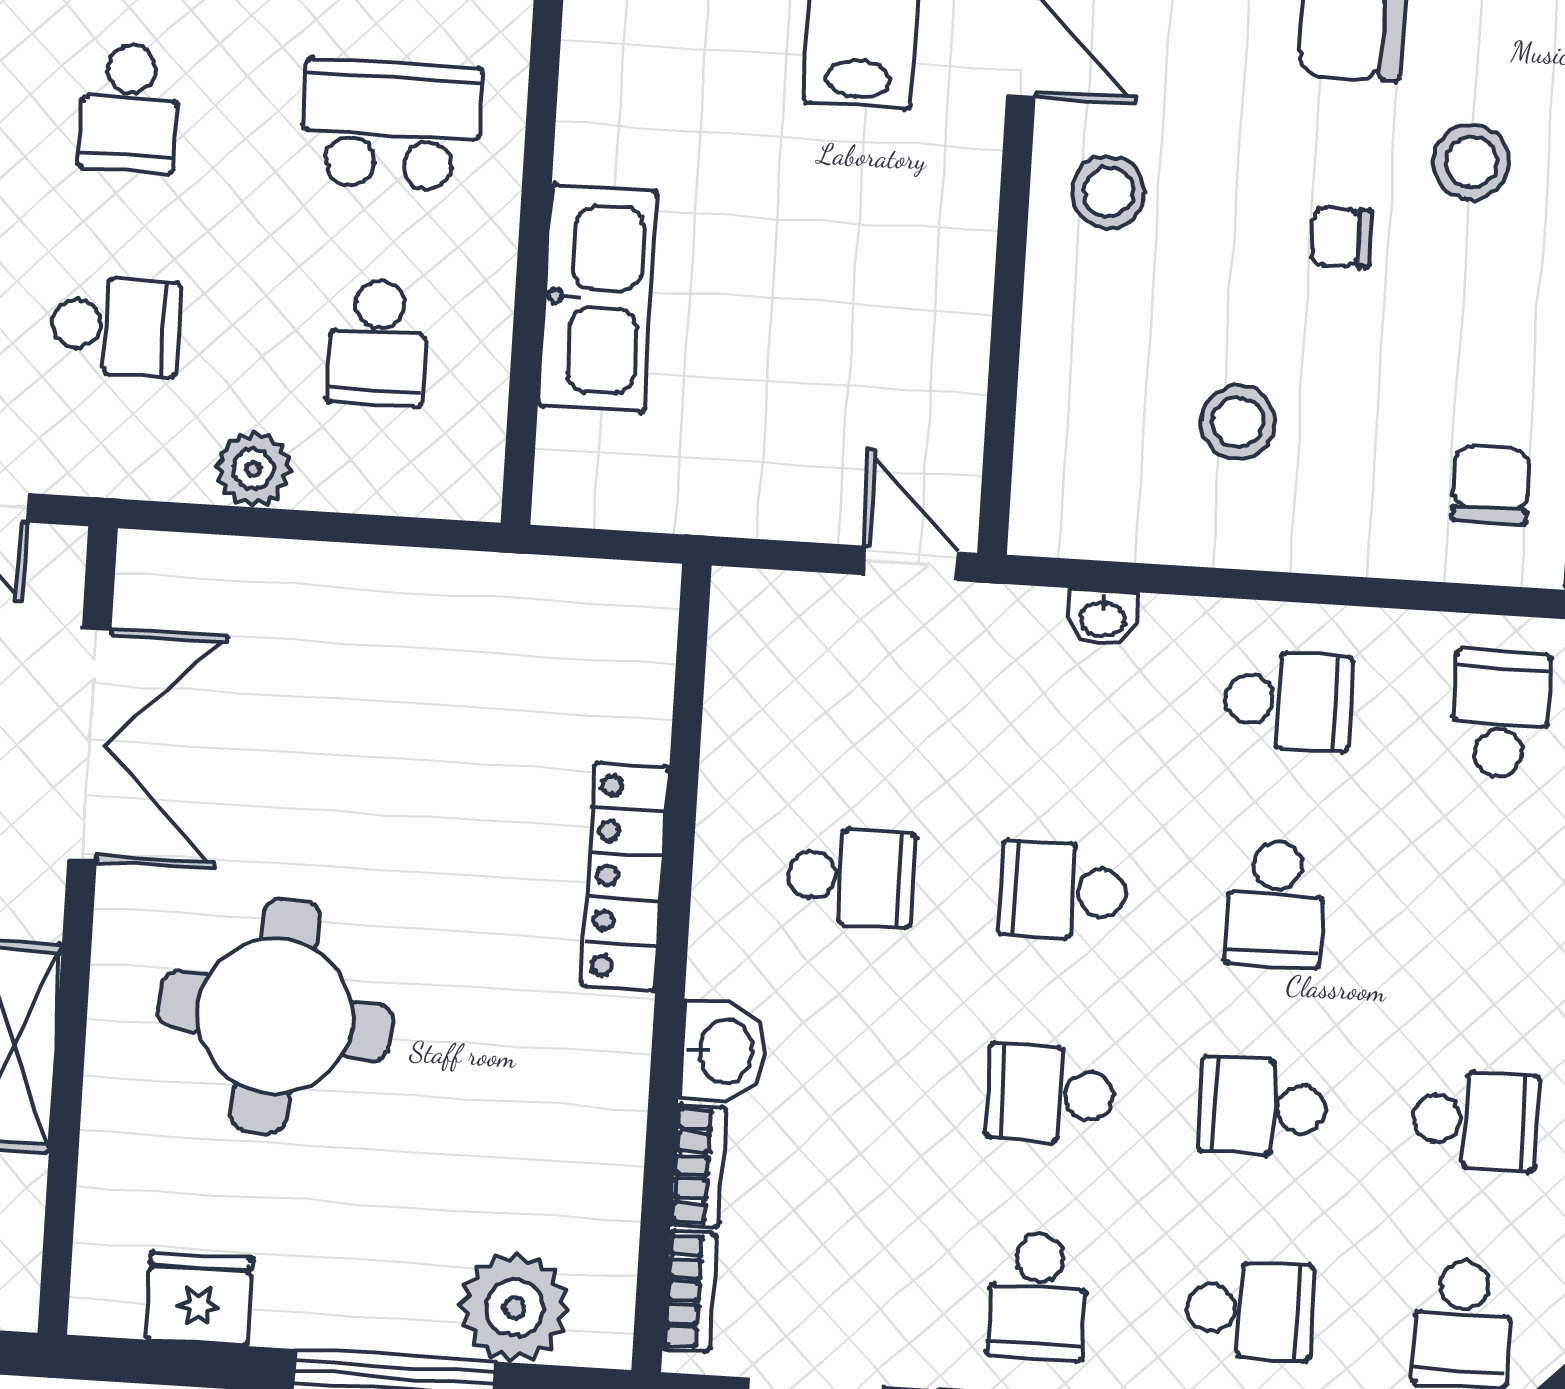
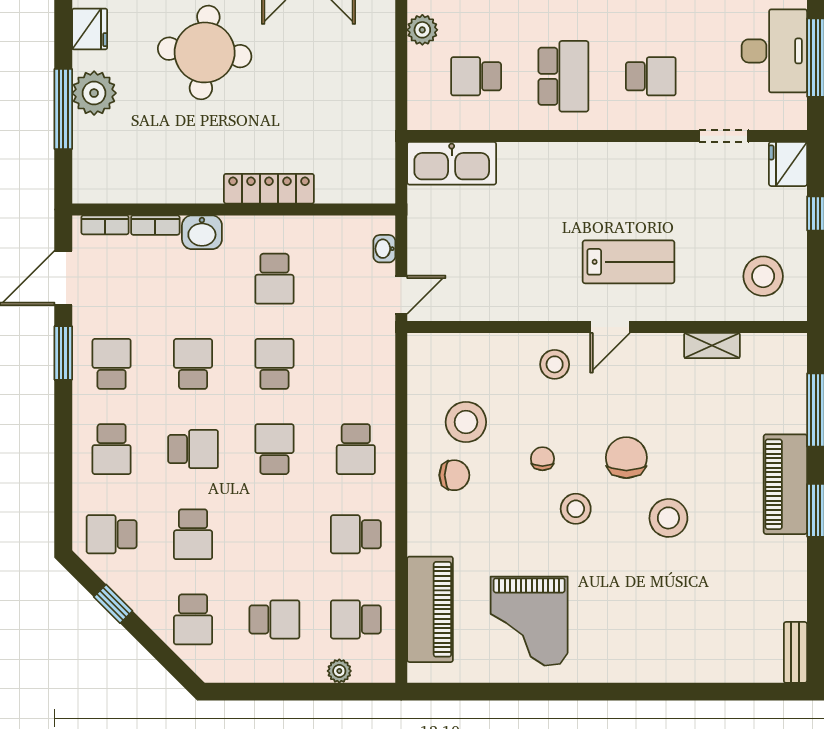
kitchen sink: (598, 299) -> (452, 163), moved
stool: (1238, 422) -> (466, 422), width x1.38, depth x1.38
chair: (1491, 485) -> (454, 475), moved
washbasin: (1102, 618) -> (384, 249), moved
school desk: (1501, 714) -> (356, 534), turned 180
school desk: (1275, 904) -> (274, 449), turned 90
school desk: (1263, 1107) -> (193, 449), turned 90
school desk: (1037, 1297) -> (112, 364), turned 90
plant: (514, 1308) -> (94, 93), moved

